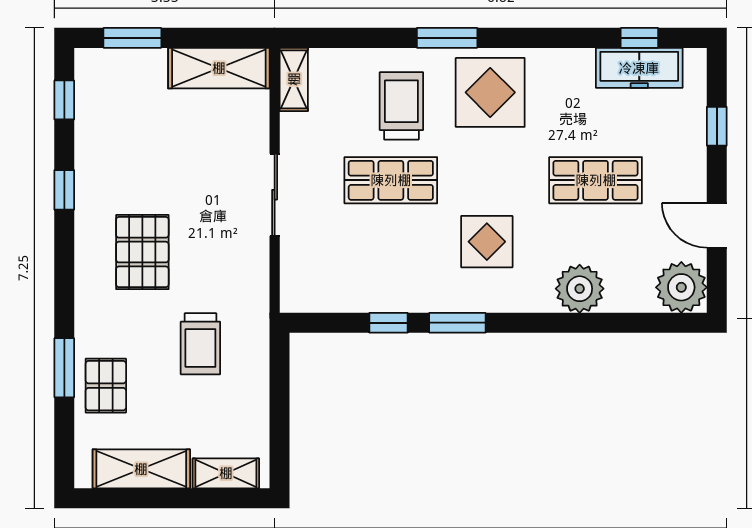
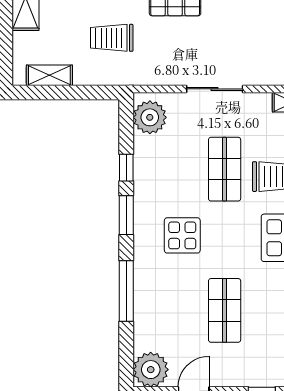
plant: (580, 289) -> (150, 117), moved
window: (567, 323) -> (126, 291), added
shelving: (226, 473) -> (49, 75), moved, turned 90

